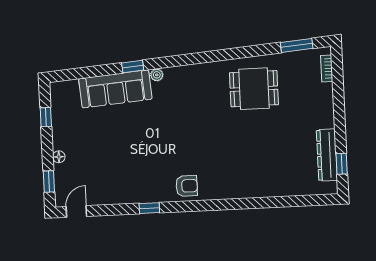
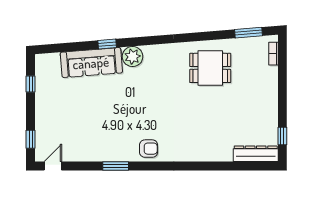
plant: (157, 75) -> (133, 57), width x1.88, depth x1.88
dresser: (327, 155) -> (256, 154), moved, turned 90
floor lamp: (59, 157) -> (40, 118), removed
window: (149, 208) -> (116, 166), width x1.50

